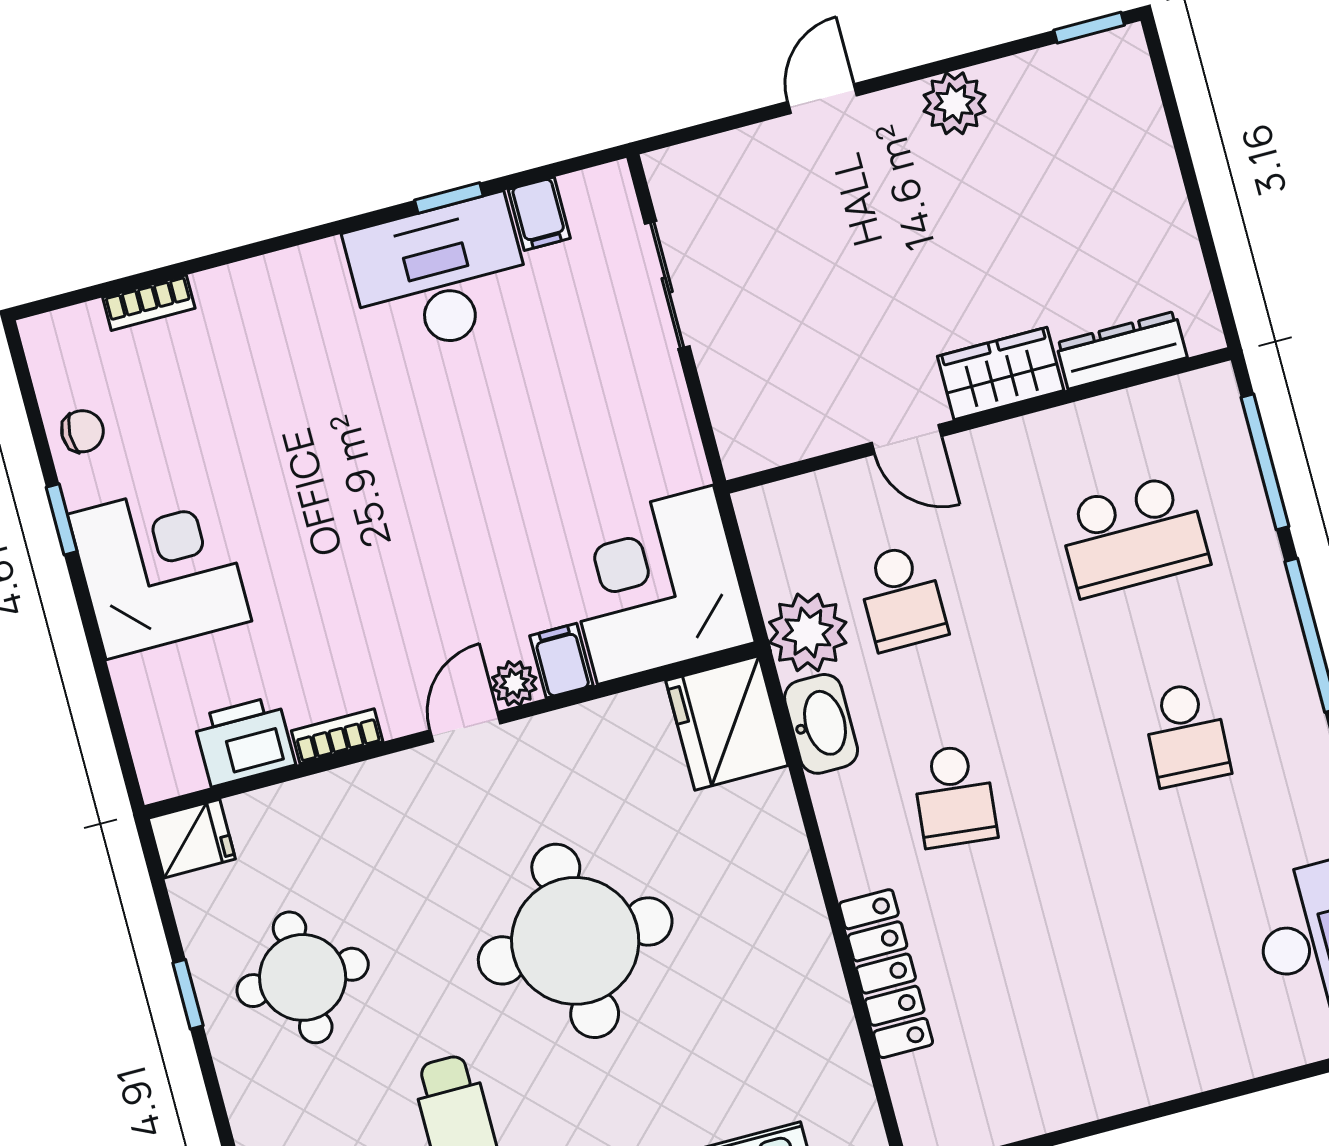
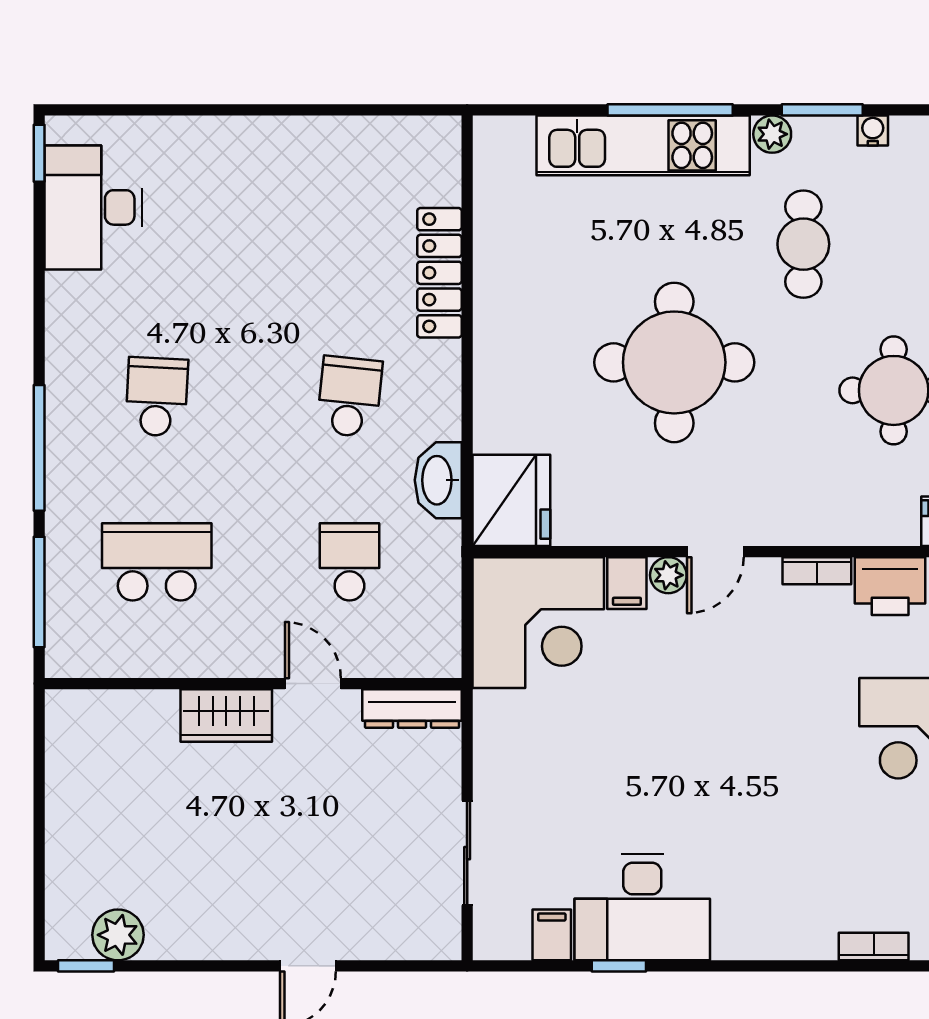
plant: (955, 103) -> (118, 935), moved
dresser: (1122, 350) -> (412, 708), moved
plant: (808, 632) -> (430, 554), removed

